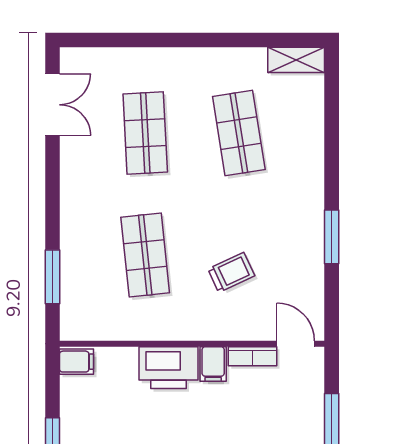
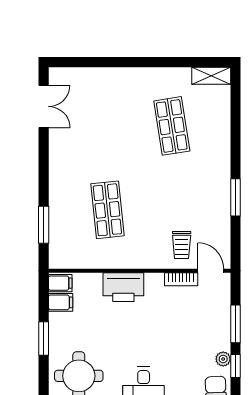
shop shelf: (145, 133) -> (107, 126), removed
trolley: (231, 272) -> (182, 245), moved, turned 115
filing cabinet: (213, 364) -> (61, 302), moved, turned -90

